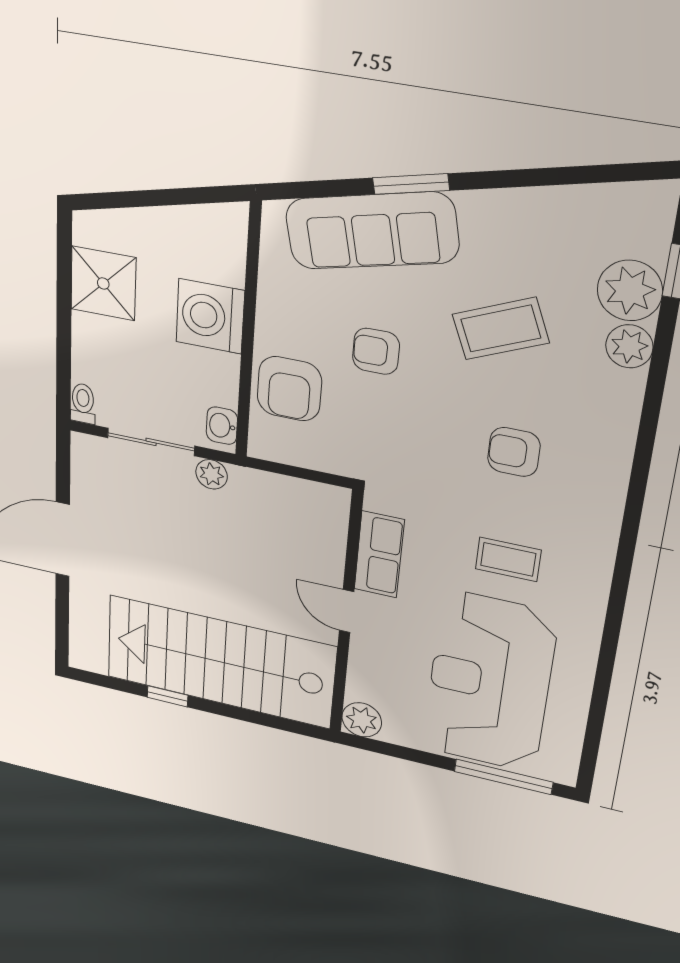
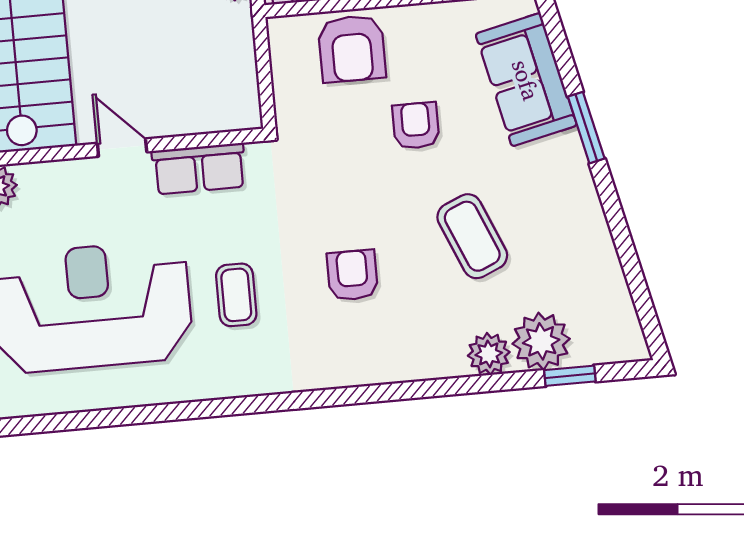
sofa: (372, 231) -> (526, 80), width x0.73
armchair: (289, 389) -> (352, 49), turned -90
door: (347, 611) -> (122, 148), hinge flipped

